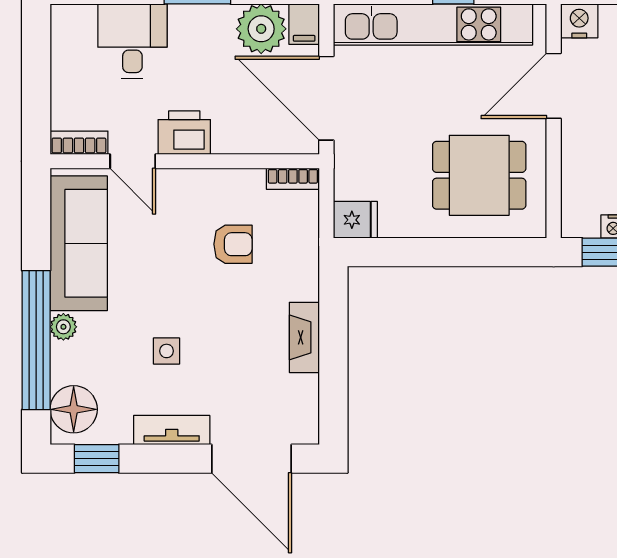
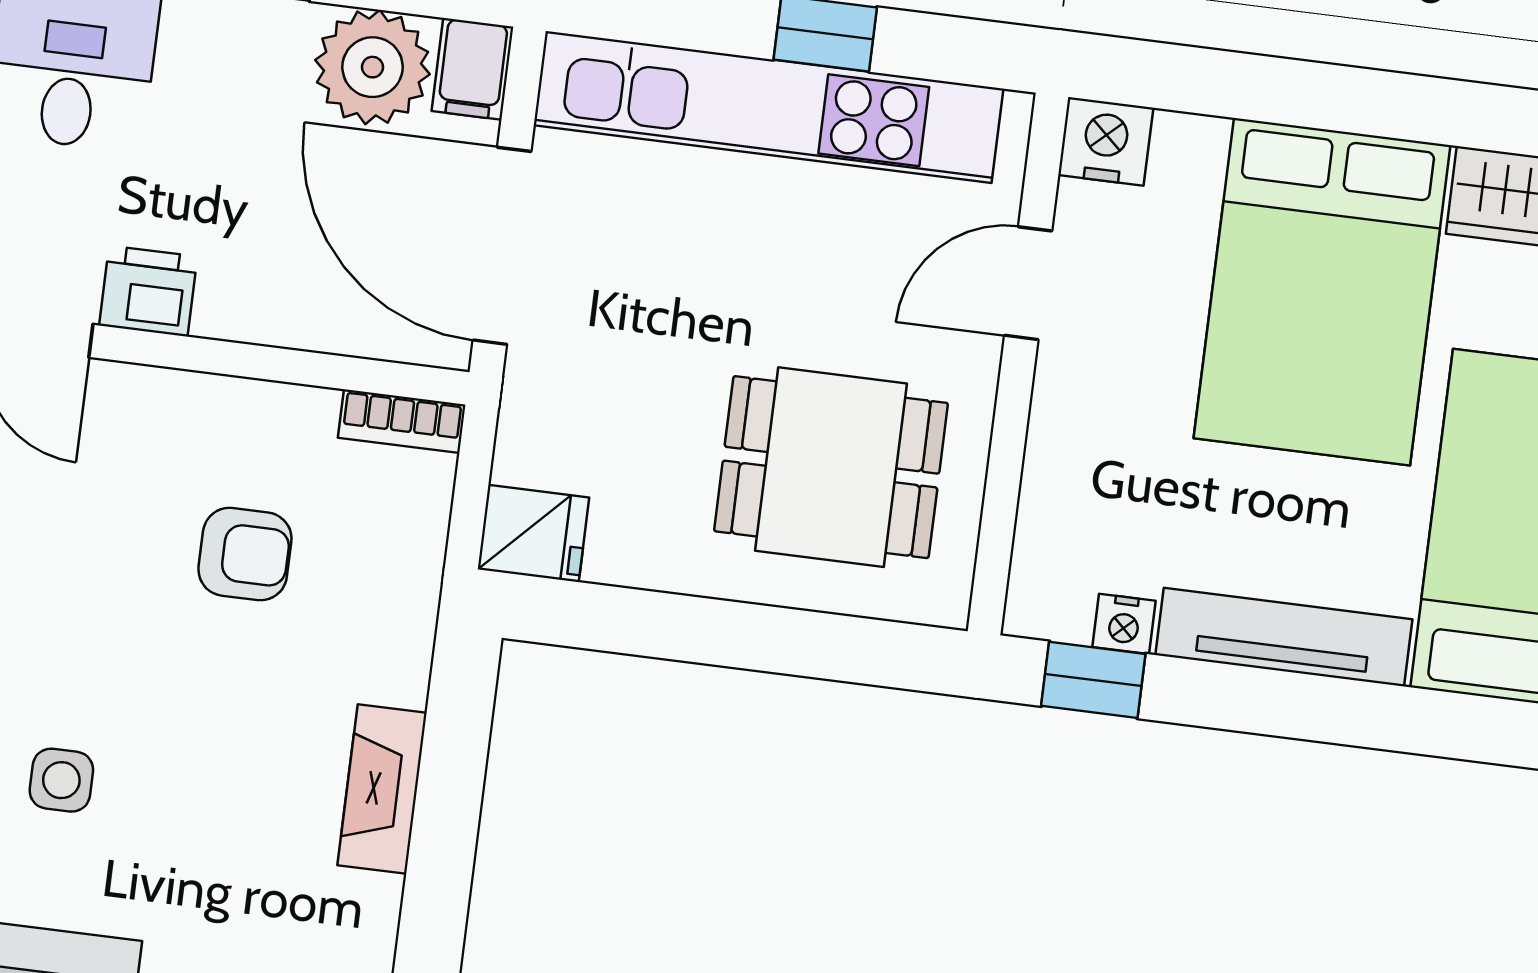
door: (554, 86) -> (1028, 283), width x0.73
printer: (184, 133) -> (148, 291), width x0.73, depth x0.81

